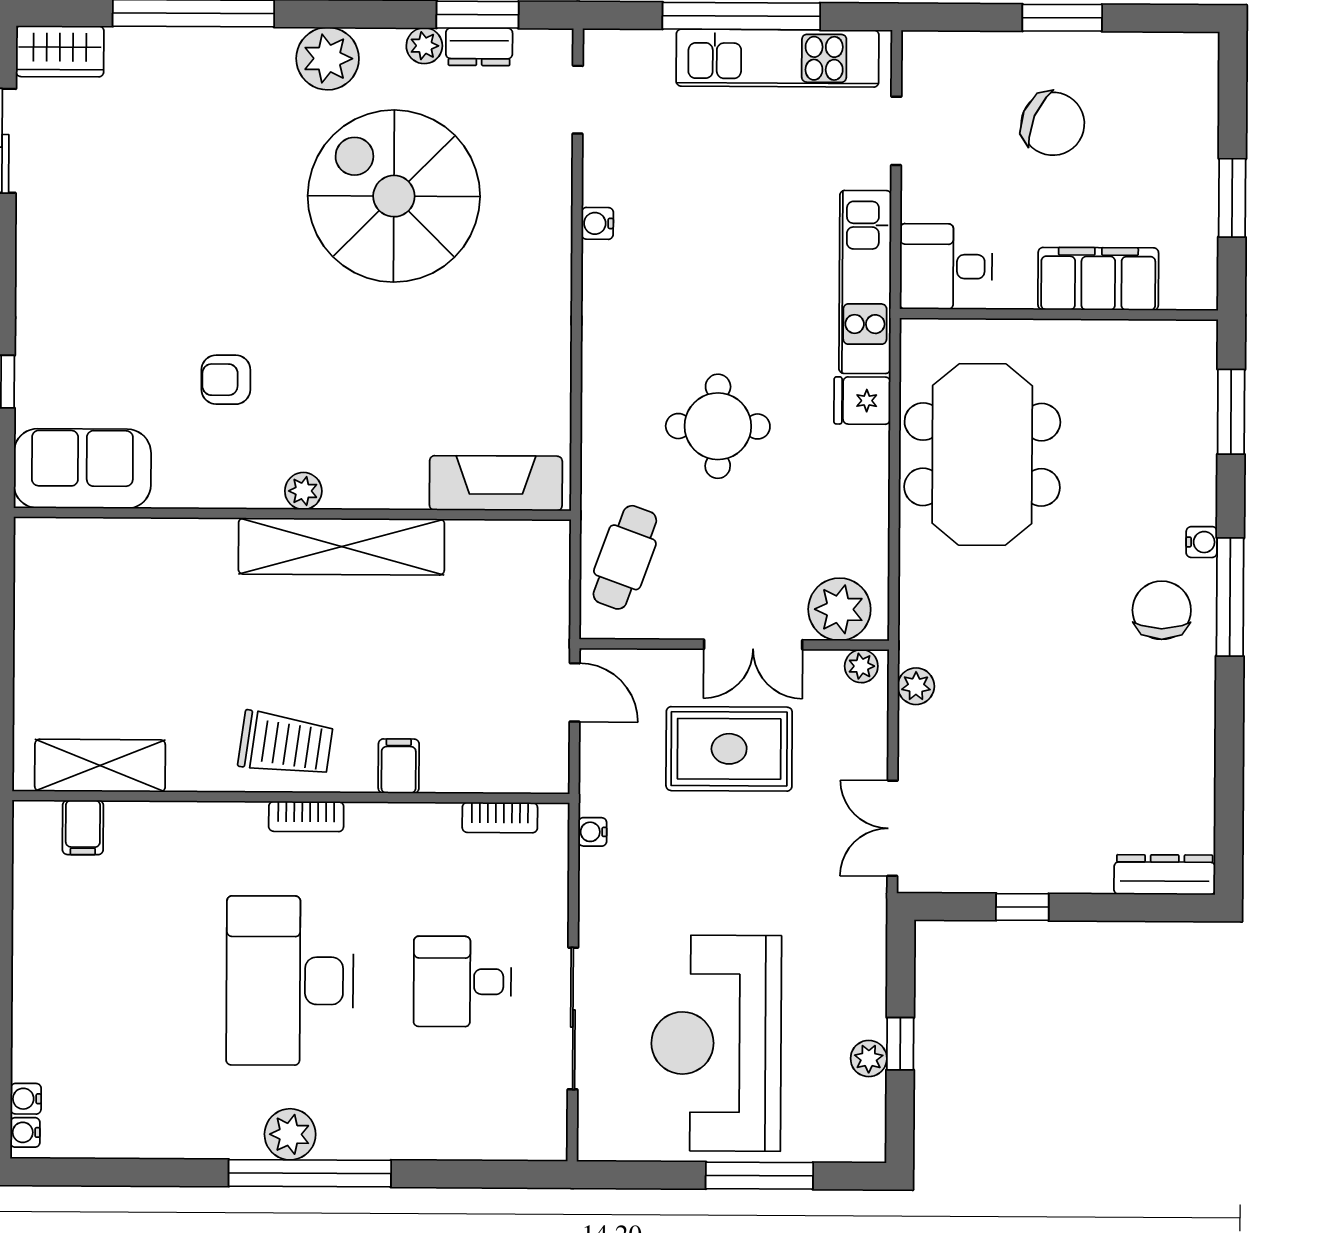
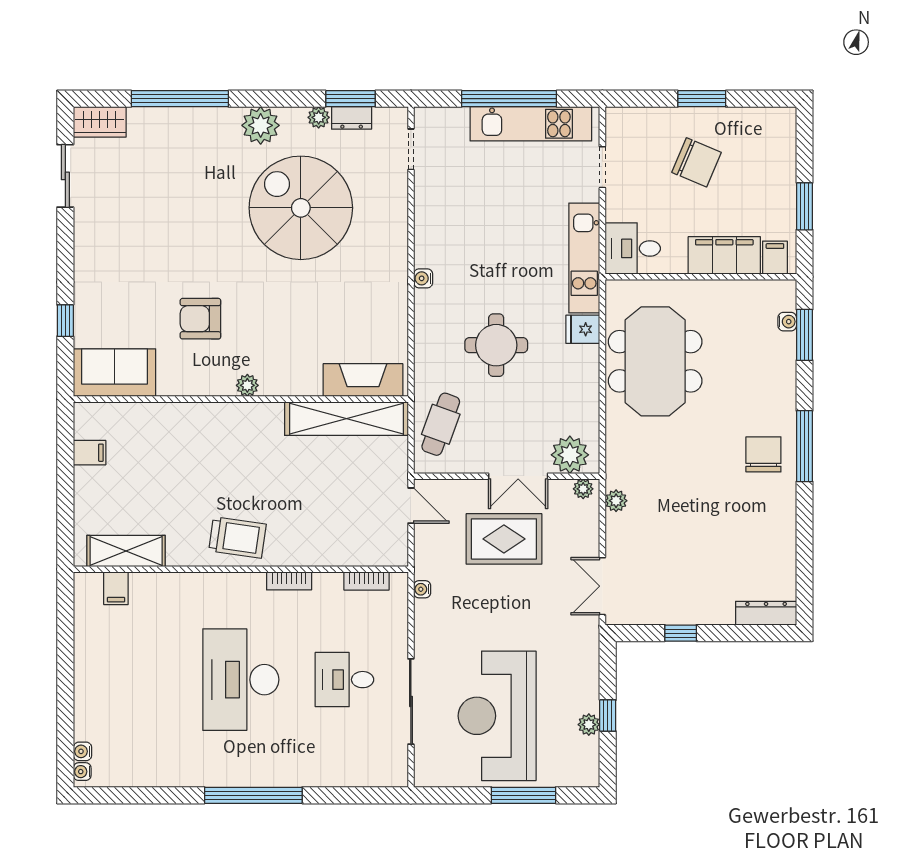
water cooler: (597, 223) -> (423, 278), moved
filing cabinet: (1183, 283) -> (775, 258), added
armchair: (226, 380) -> (200, 319), width x1.38, depth x1.38
water cooler: (1202, 542) -> (787, 322), moved
shelving: (341, 547) -> (346, 419), moved
filing cabinet: (399, 766) -> (90, 453), moved, turned 90
bookcase: (306, 816) -> (289, 581), moved
plant: (290, 1134) -> (241, 772), removed

